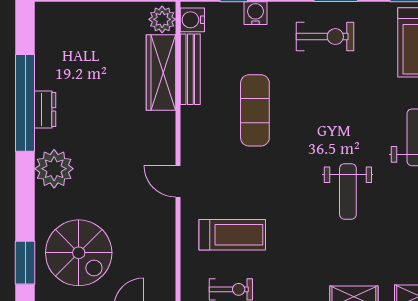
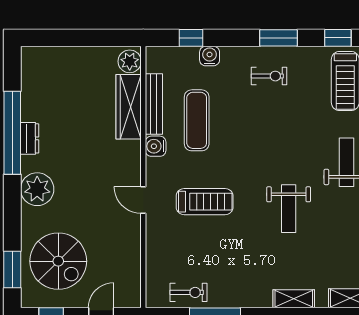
water cooler: (192, 20) -> (156, 146), moved
exercise bike: (325, 37) -> (269, 76), width x0.73, depth x0.72
exercise mat: (255, 110) -> (197, 120), moved
treadmill: (232, 235) -> (205, 202), moved

